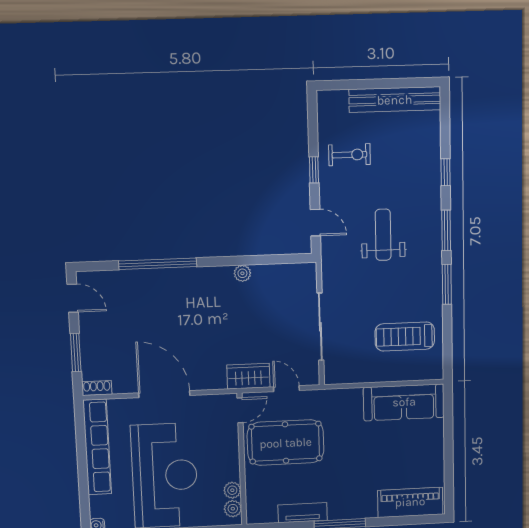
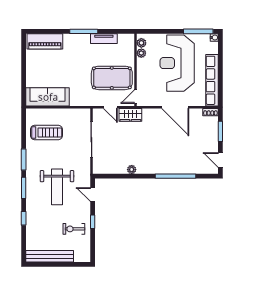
weight bench: (383, 235) -> (57, 187), width x1.36, depth x1.33

